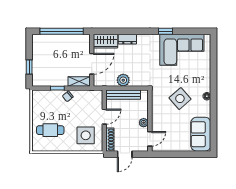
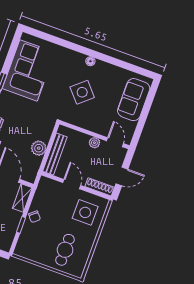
sofa: (201, 134) -> (134, 100), moved, turned 90
door: (125, 154) -> (122, 176), hinge flipped

